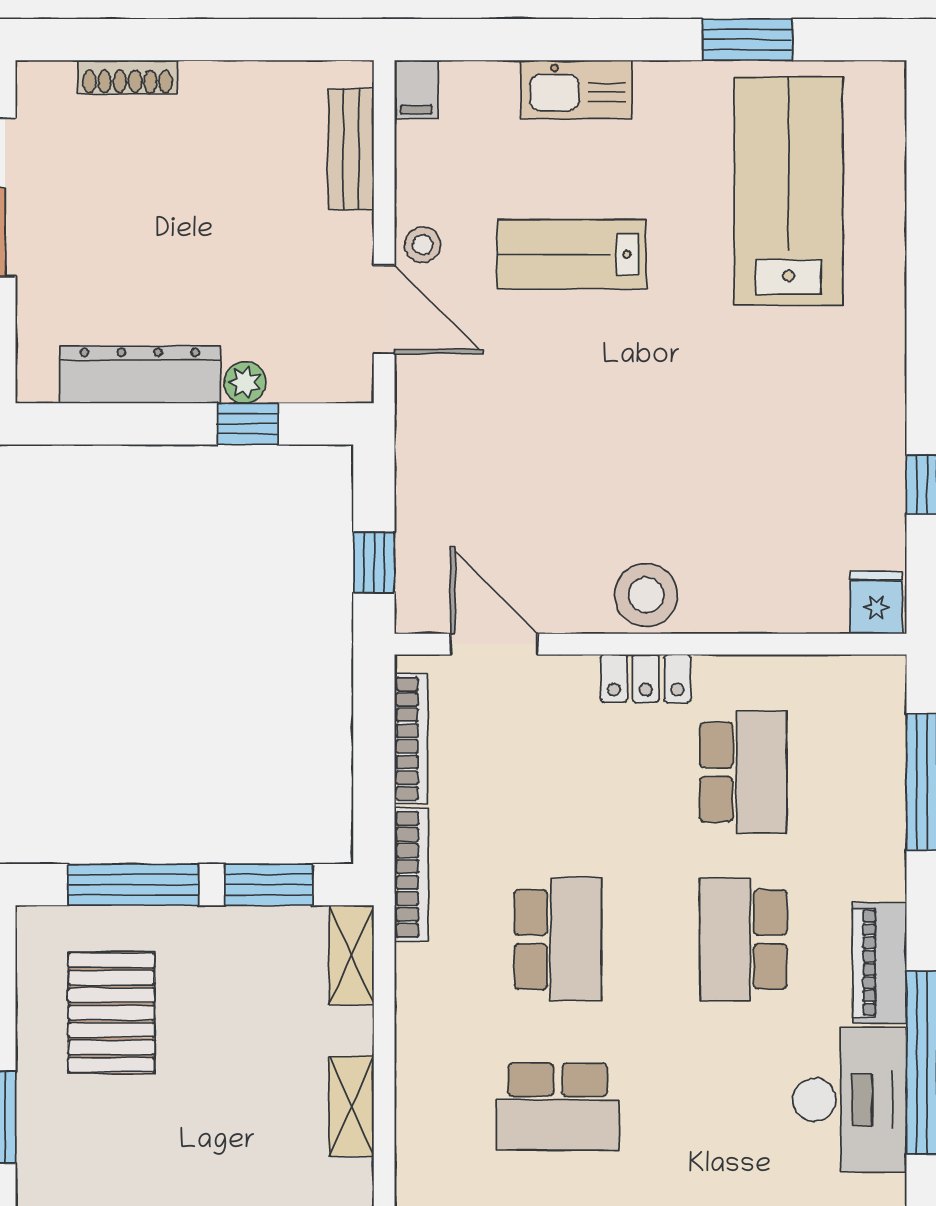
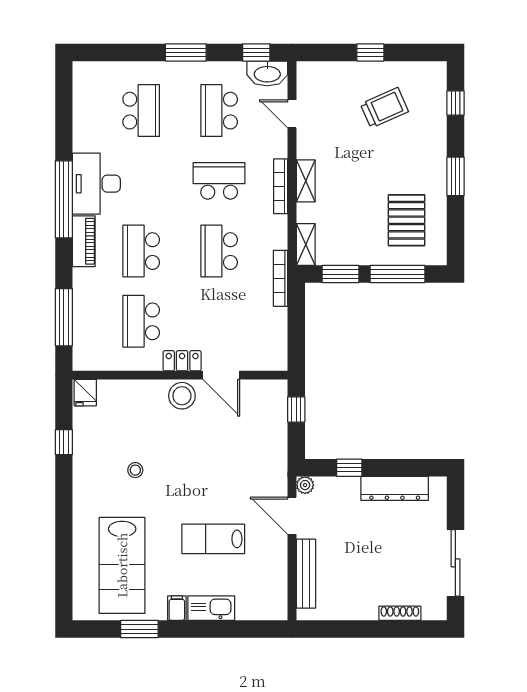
filing cabinet: (416, 89) -> (177, 608), moved
bench: (351, 150) -> (306, 574), width x1.36
stool: (423, 245) -> (135, 470), moved
lab bench: (572, 254) -> (213, 539), turned 180
plant: (245, 382) -> (305, 485), moved
door: (494, 644) -> (221, 375), moved
bookcase: (411, 739) -> (281, 186), moved
school desk: (743, 939) -> (141, 251), turned 180

